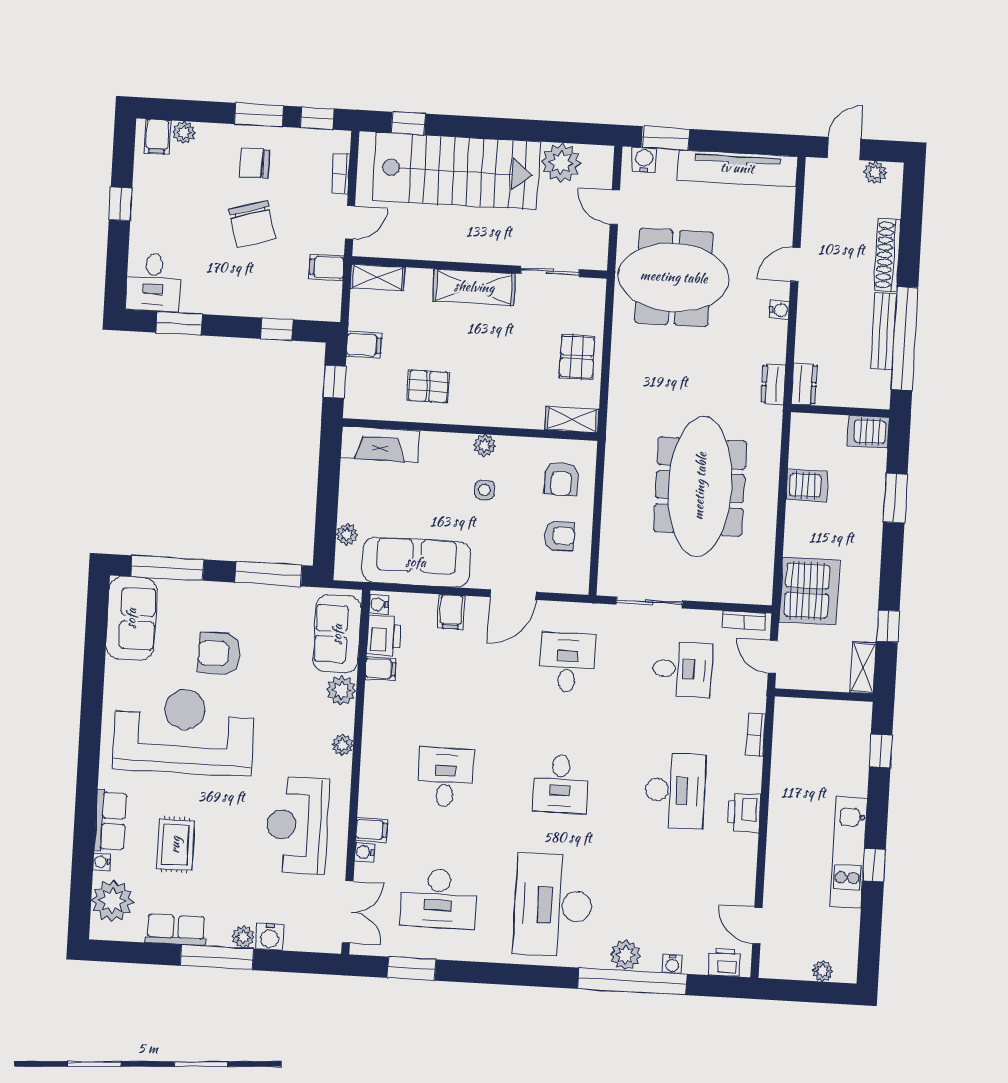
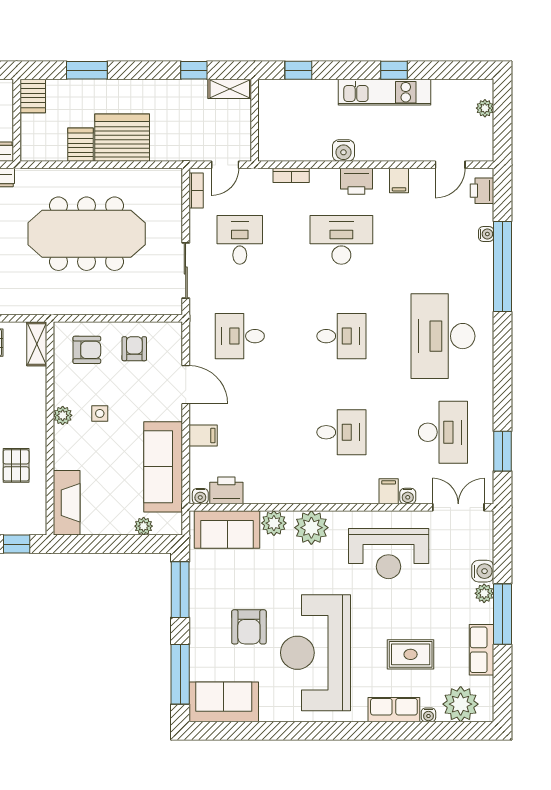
server rack: (809, 591) -> (122, 138), moved
filing cabinet: (381, 669) -> (399, 181), moved, turned 180
plant: (342, 745) -> (311, 528), width x1.88, depth x1.88
desk: (445, 777) -> (341, 432), turned 180
water cooler: (782, 799) -> (343, 151), added
desk: (553, 905) -> (443, 336), turned 90
plant: (626, 955) -> (481, 273), removed

